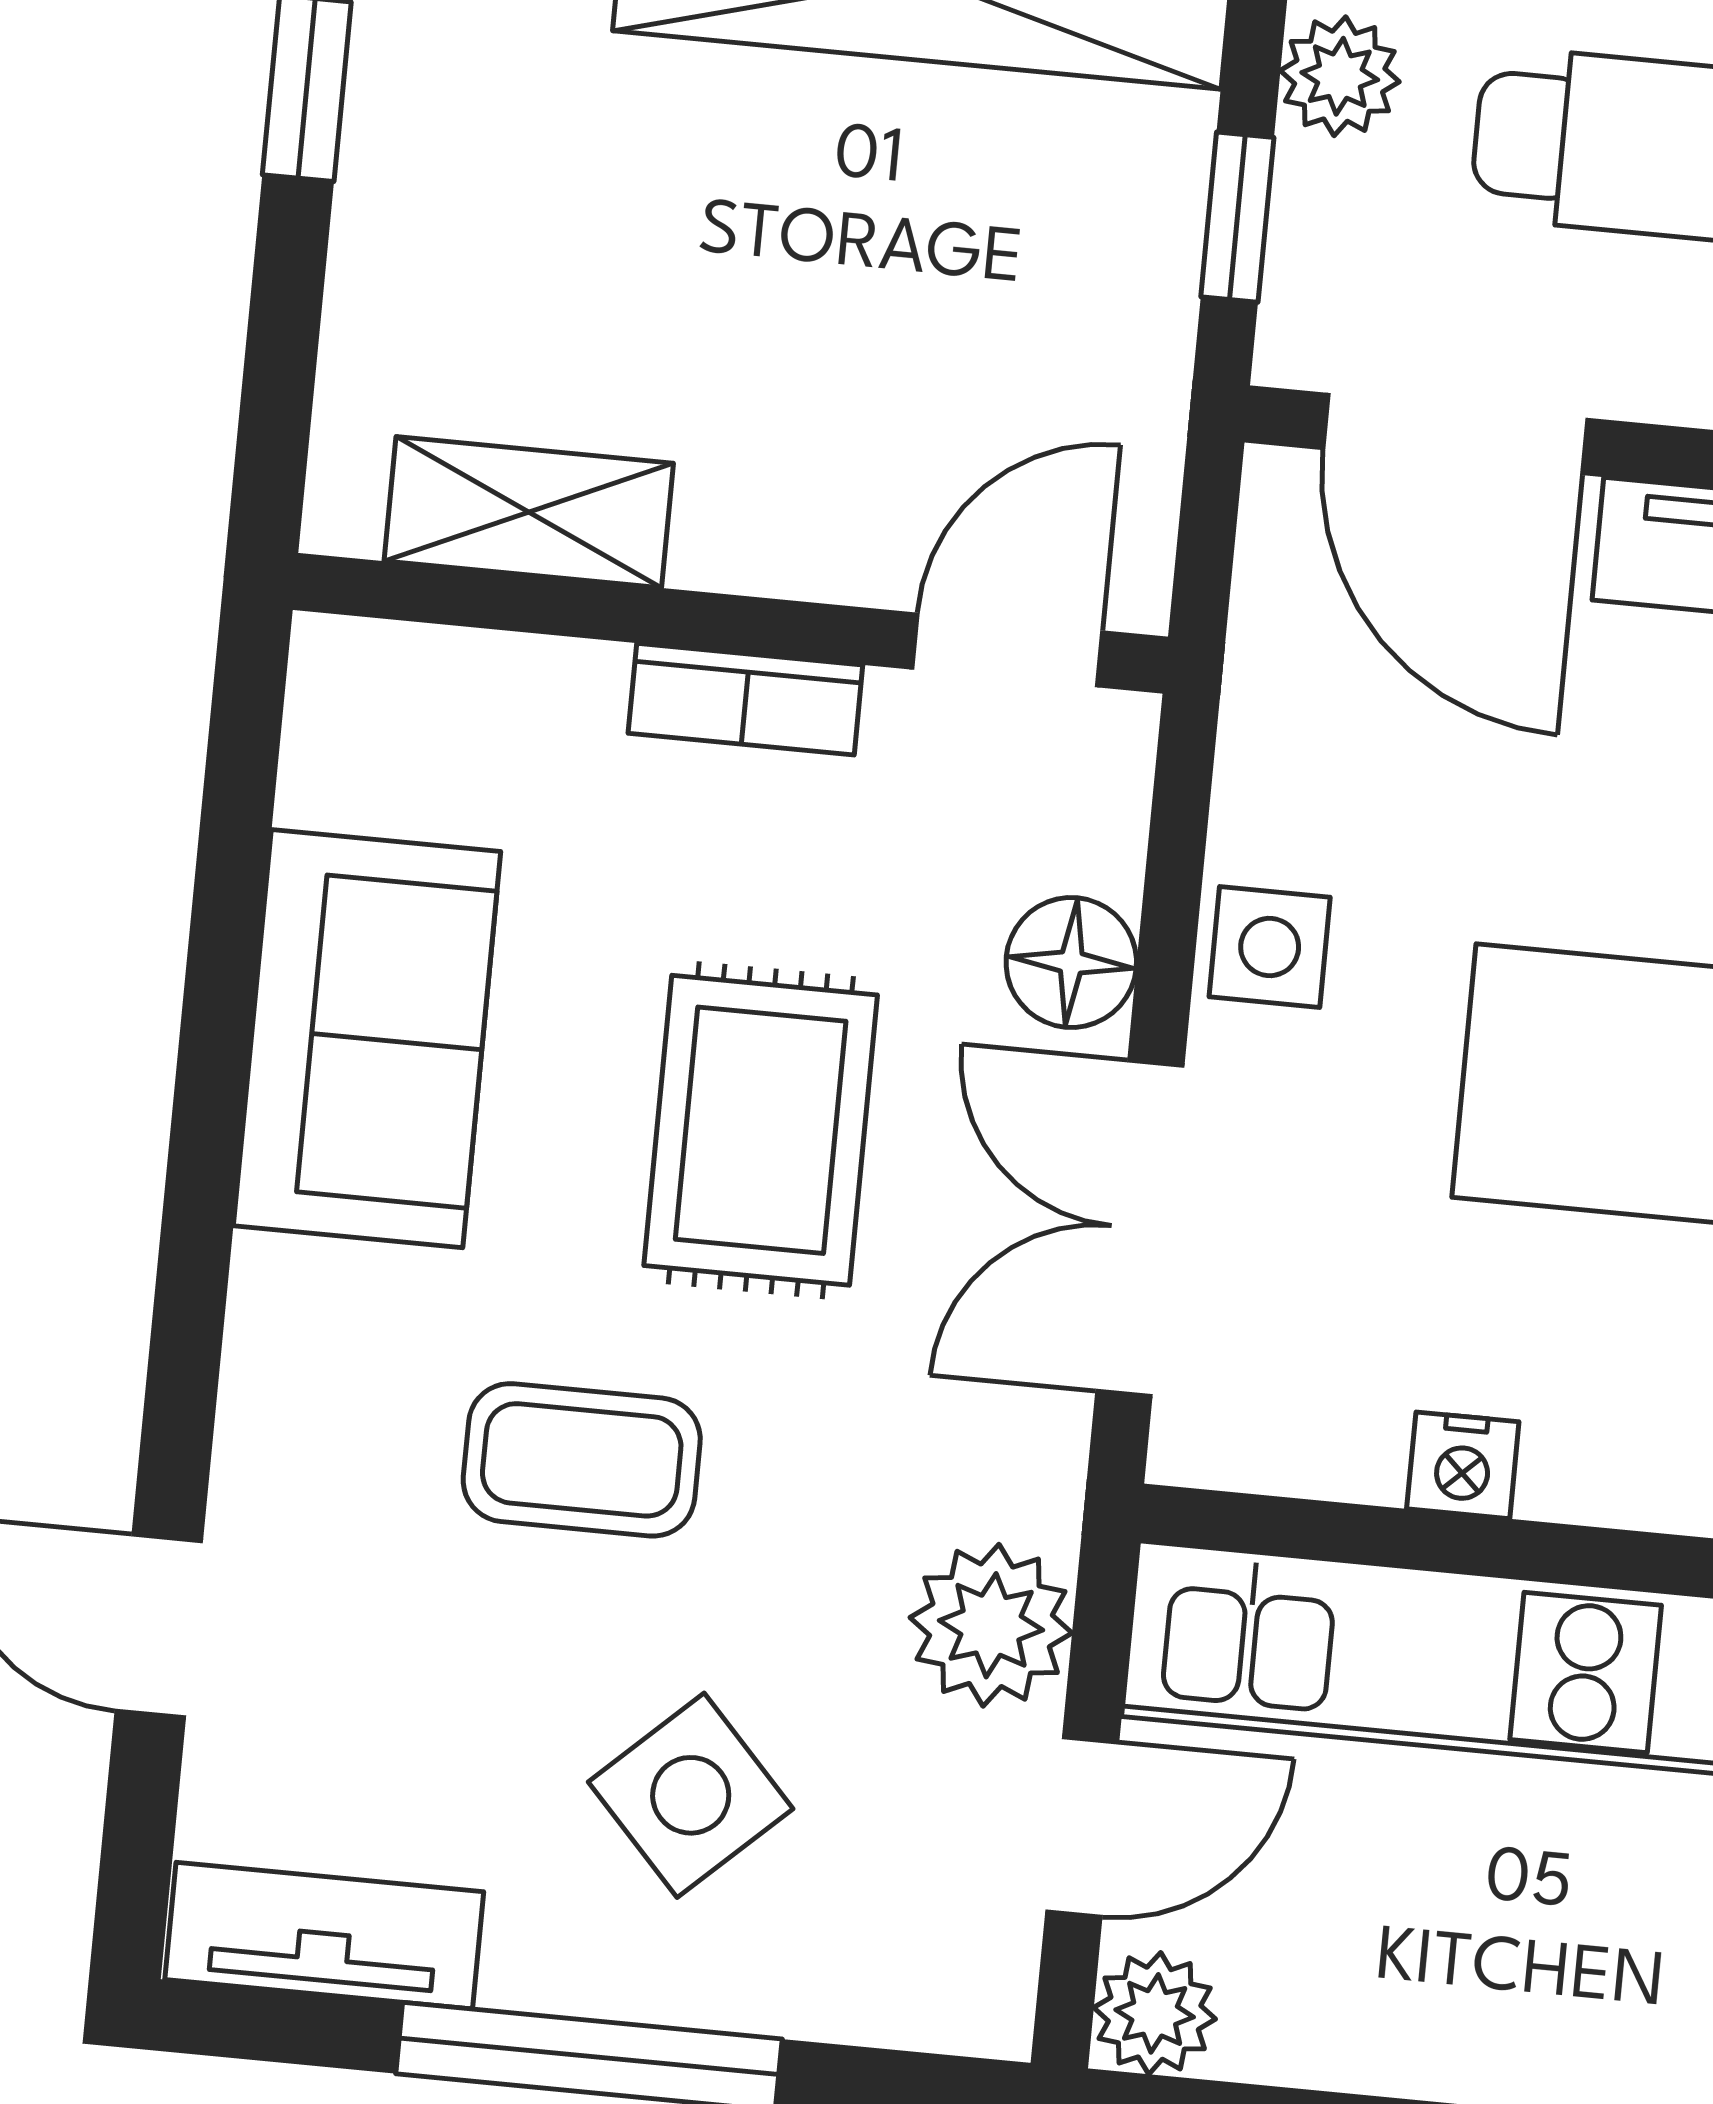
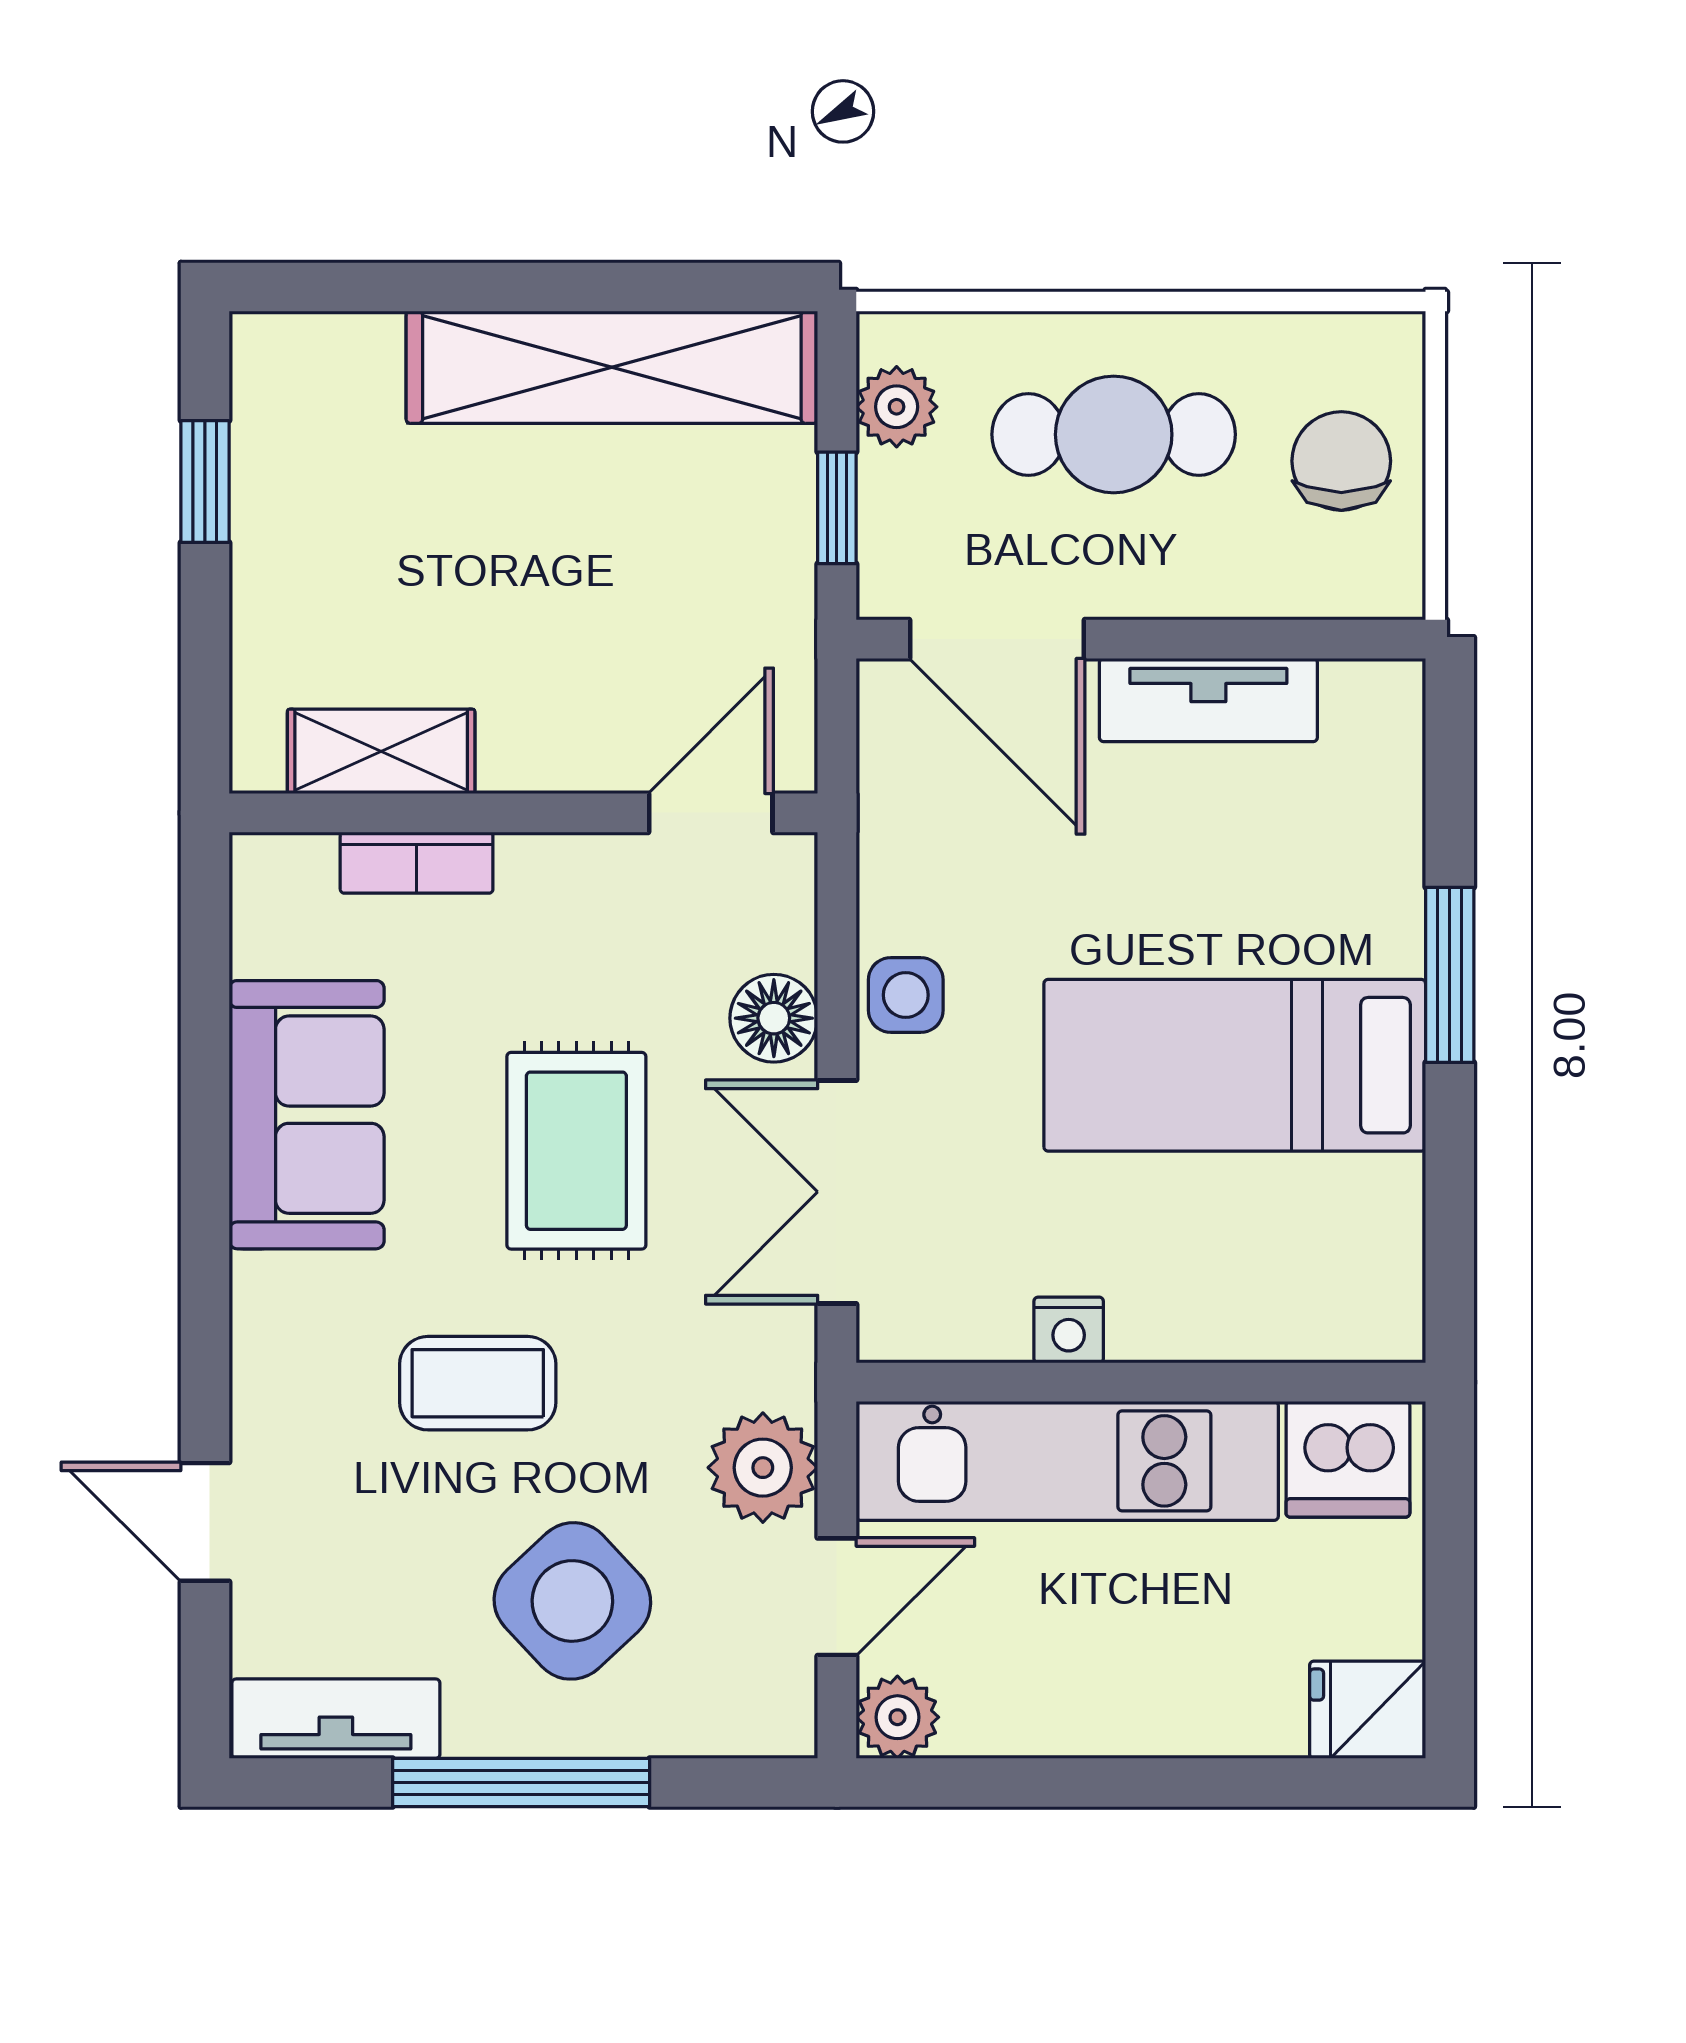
bookcase: (745, 699) -> (417, 863), moved
side table: (691, 1795) -> (572, 1601), width x1.37, depth x1.37

